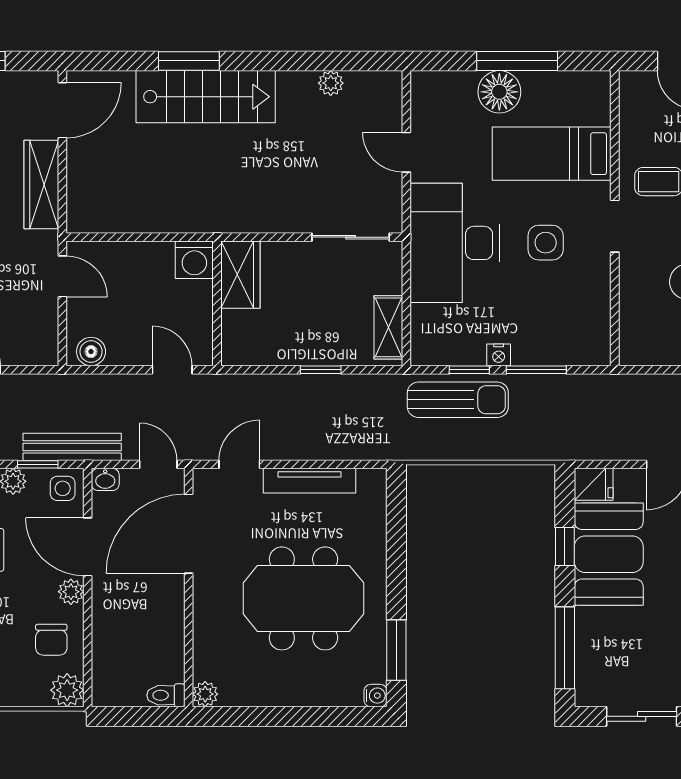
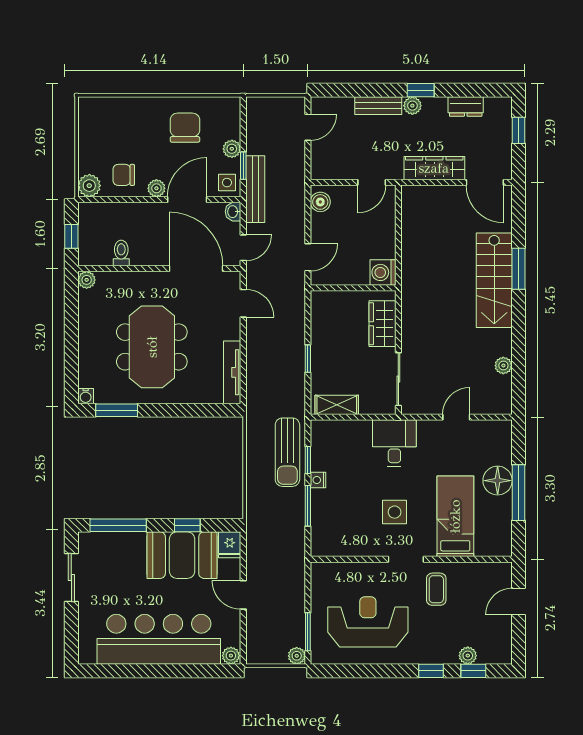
desk: (455, 243) -> (394, 443), width x0.53, depth x0.77
wardrobe: (240, 275) -> (382, 324), moved, turned 90
tv unit: (310, 481) -> (232, 372), moved
toilet: (166, 695) -> (121, 253), moved
window: (142, 716) -> (71, 236), added

